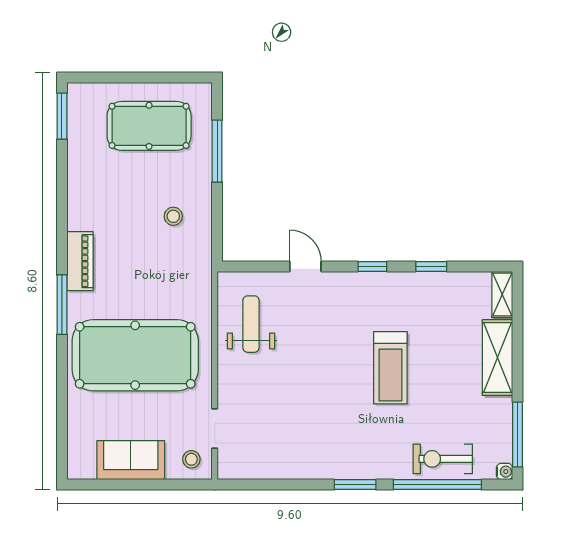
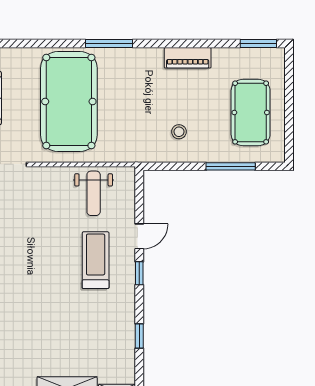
piano: (80, 261) -> (188, 58), moved
window: (372, 266) -> (139, 273), moved
weight bench: (251, 324) -> (94, 193), turned 90
treadmill: (390, 368) -> (96, 260), moved, turned 90

